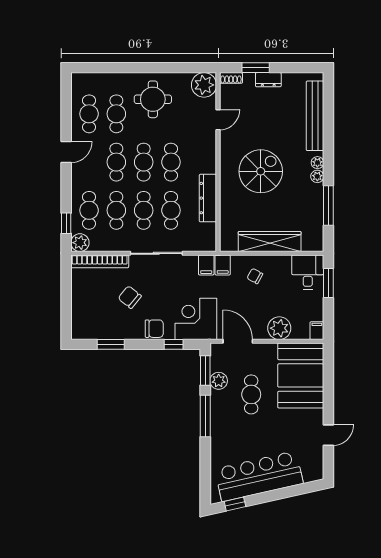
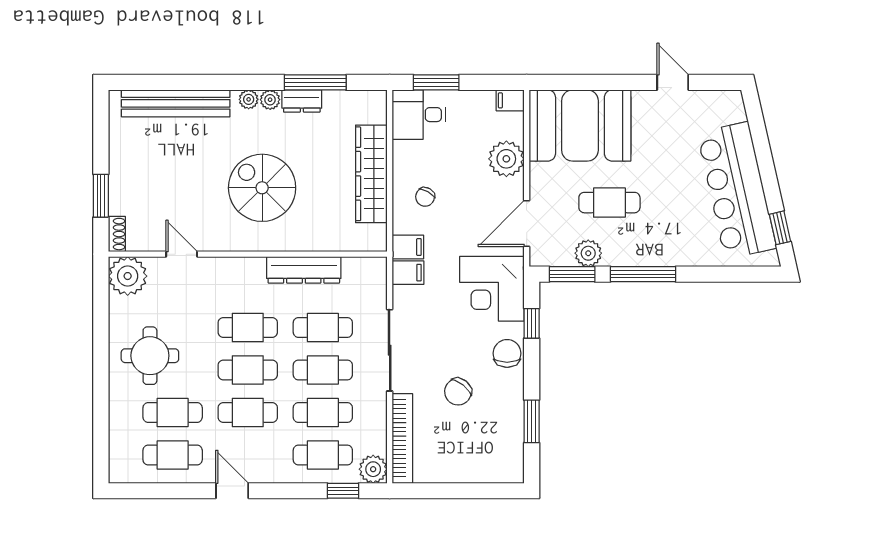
dresser: (268, 80) -> (302, 101), moved, turned 90

